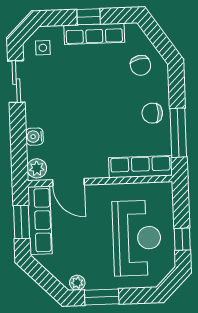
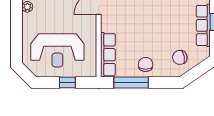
window: (182, 239) -> (67, 82), moved
window: (102, 297) -> (17, 24), removed

